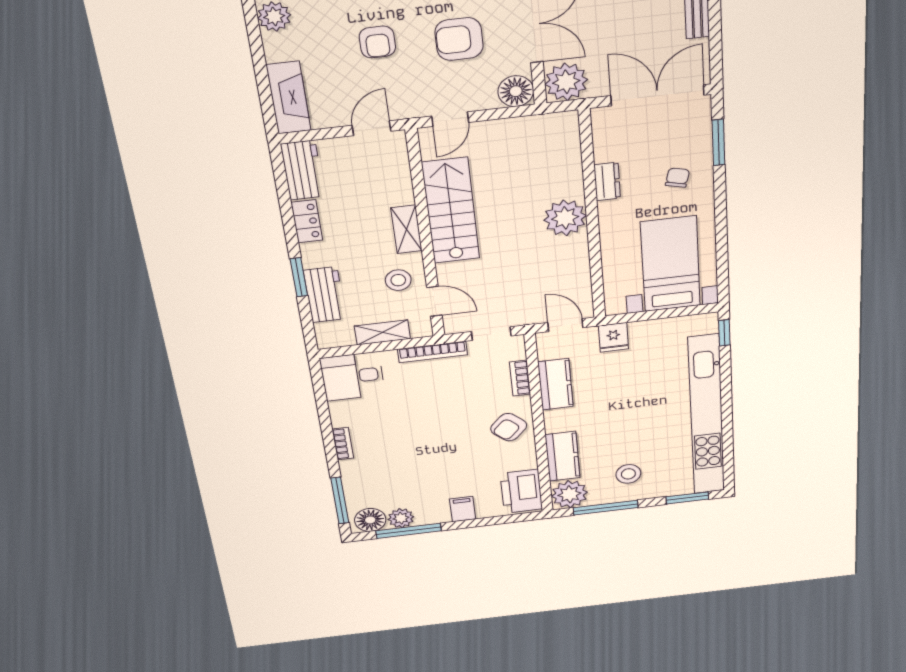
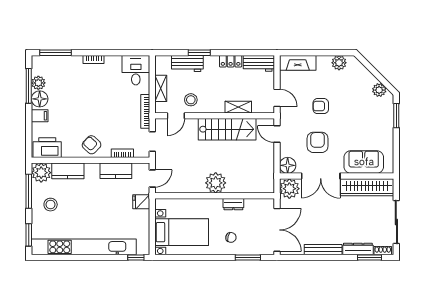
shelving: (406, 229) -> (238, 107), moved
floor lamp: (370, 520) -> (40, 99), moved

